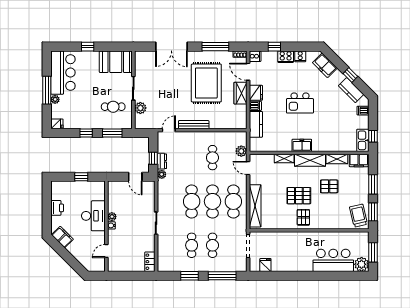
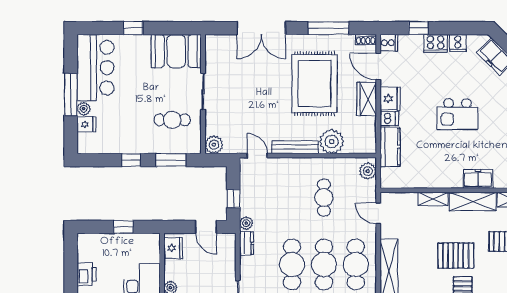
plant: (140, 108) -> (214, 145), moved
plant: (218, 121) -> (332, 142), added
fridge: (57, 124) -> (86, 124), moved
door: (169, 130) -> (257, 156), hinge flipped
freezer: (302, 145) -> (478, 179), moved
plant: (241, 151) -> (368, 171), moved
dresser: (162, 161) -> (247, 243), moved
fridge: (114, 191) -> (173, 248), added

